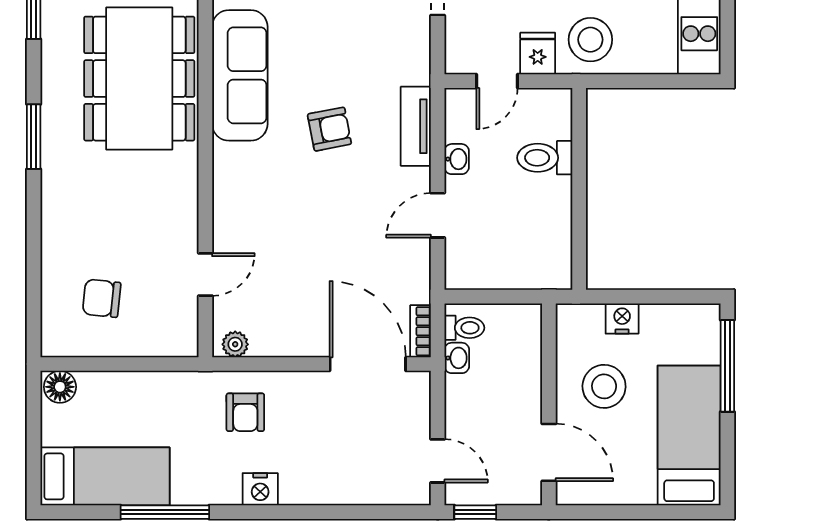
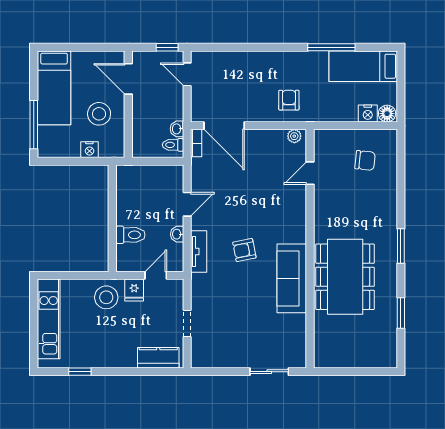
nightstand: (260, 489) -> (368, 114), moved, turned 180

